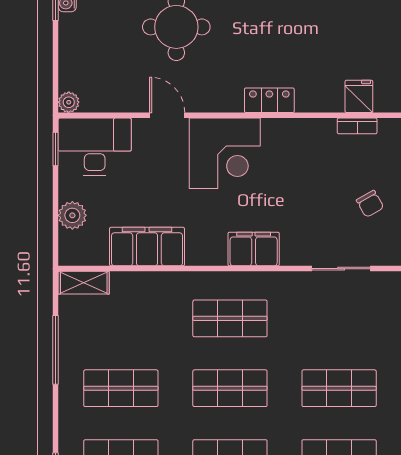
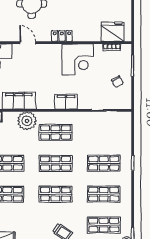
fridge: (359, 96) -> (113, 32), width x1.88, depth x1.34
locker: (269, 100) -> (62, 36), moved
corner desk: (225, 153) -> (78, 59), moved
plant: (165, 292) -> (27, 121), added

